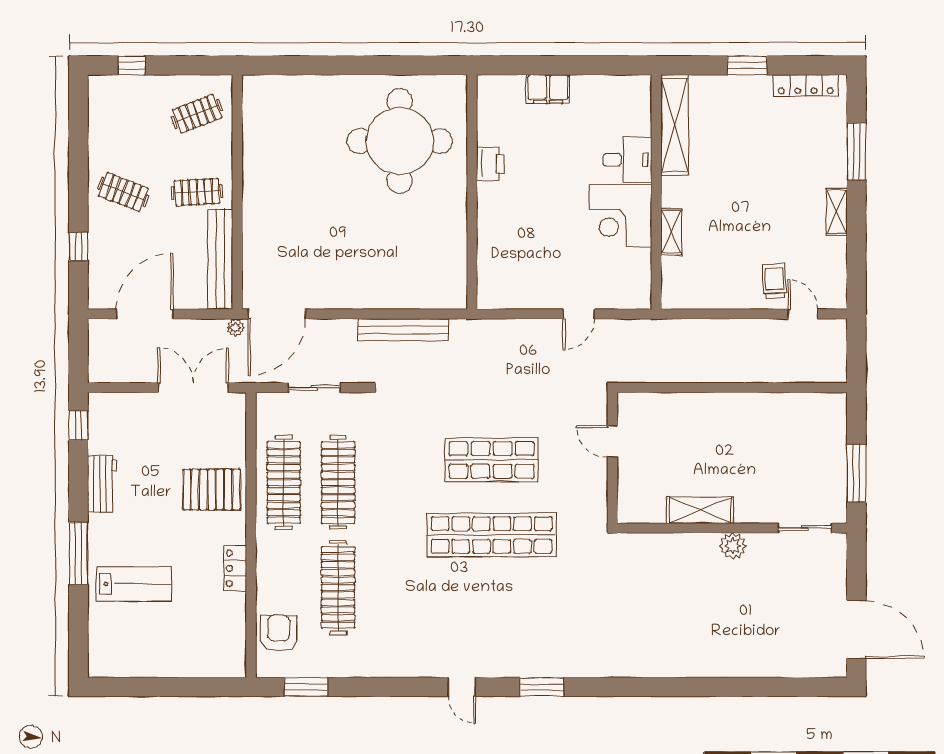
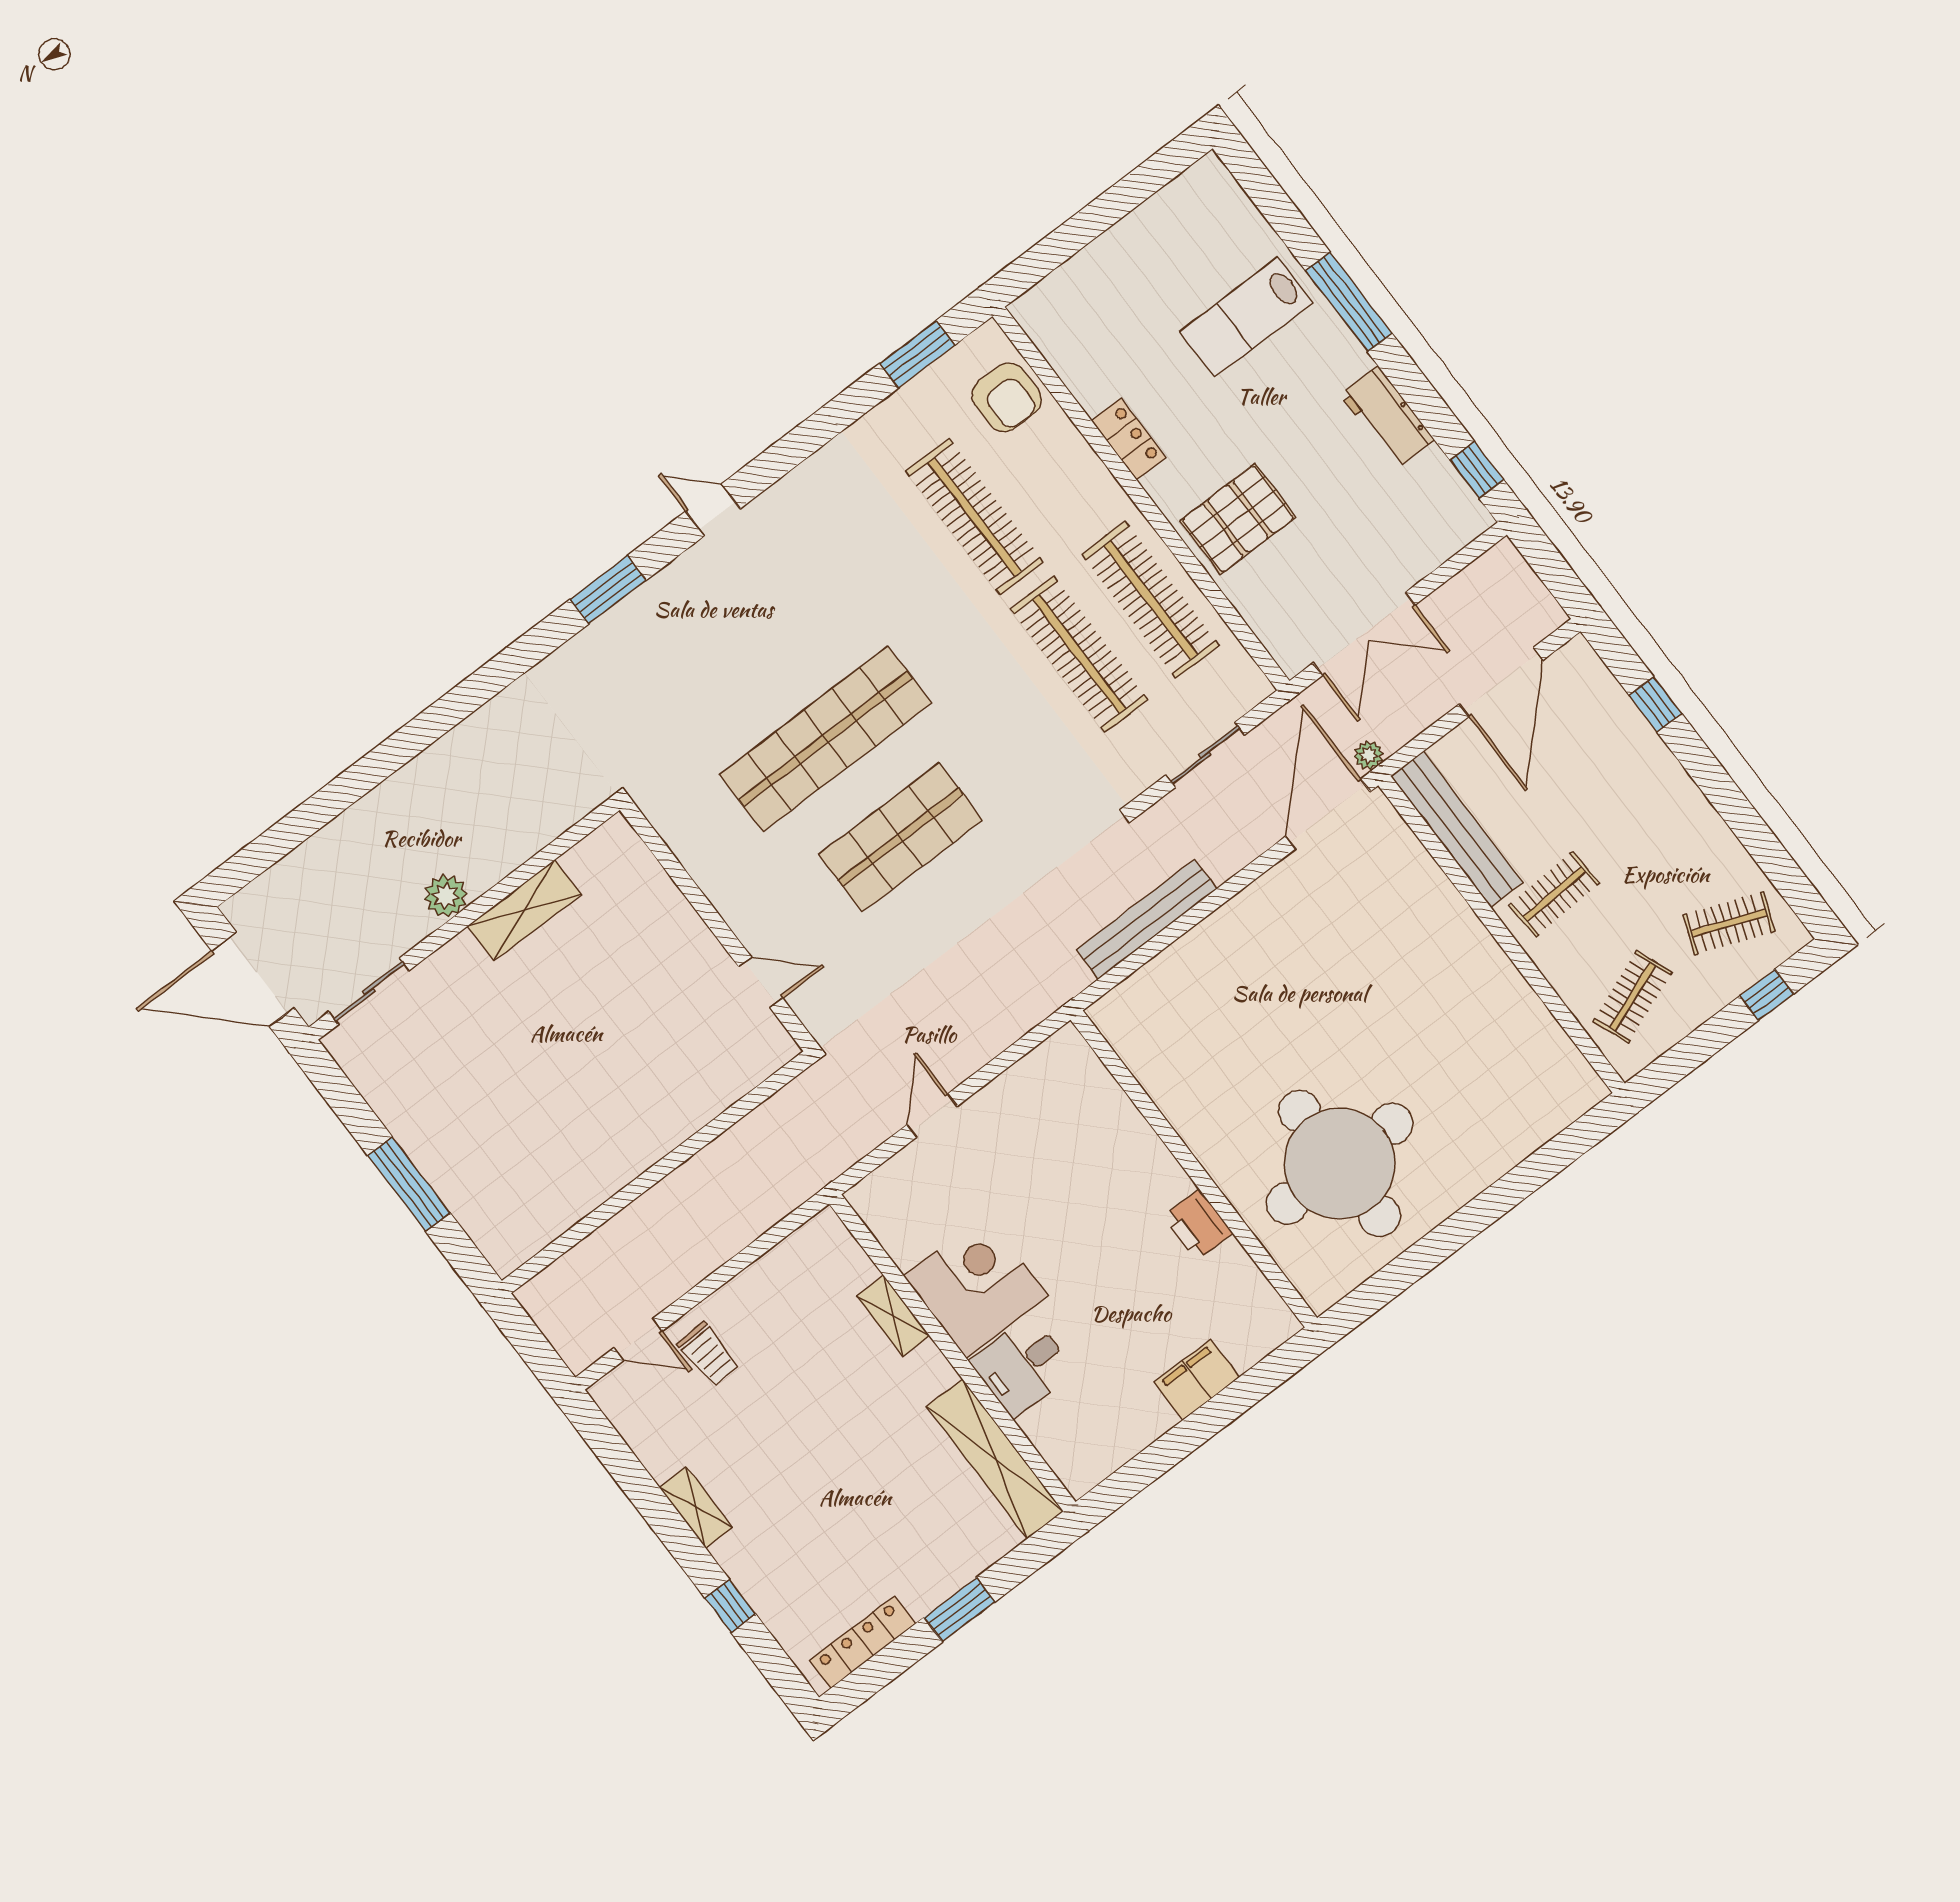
window: (856, 152) -> (730, 1606), width x0.46
clothes rail: (123, 192) -> (1729, 923), moved
shelving: (700, 510) -> (524, 910), moved
wall: (732, 528) -> (464, 919), moved
sliding door: (805, 528) -> (369, 991), moved
plant: (733, 546) -> (446, 896), moved

